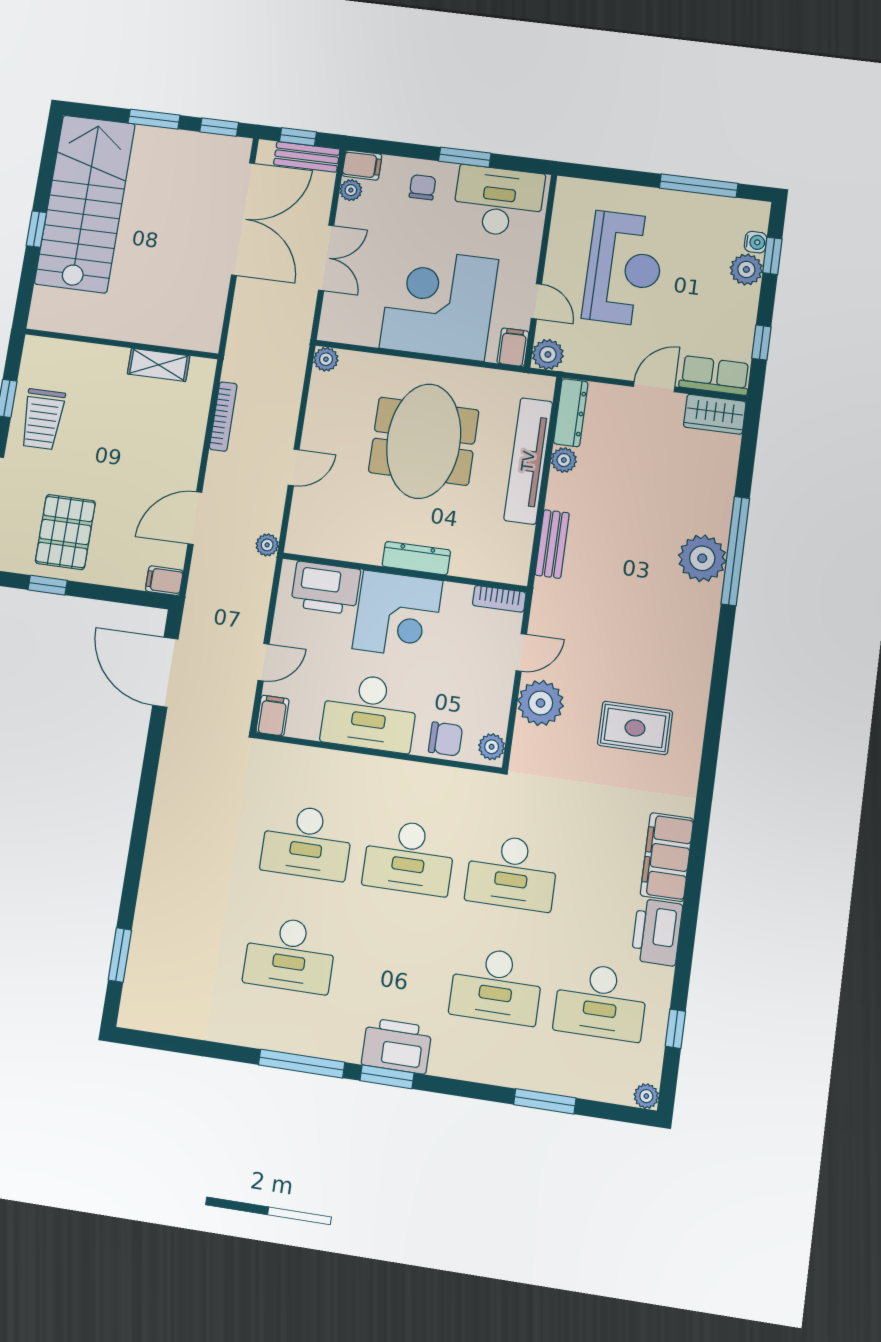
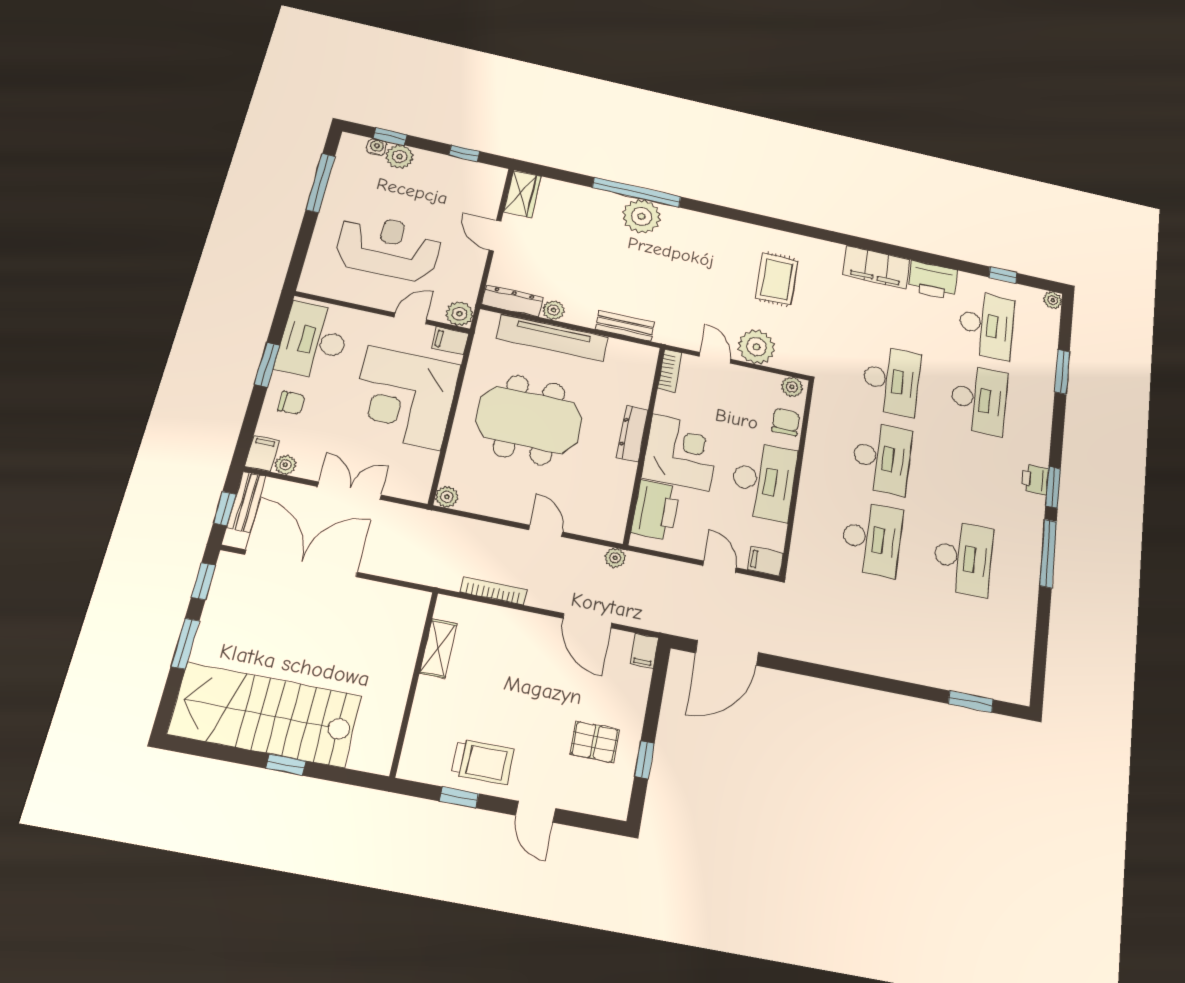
chair: (422, 187) -> (291, 403), turned 180
row of seats: (715, 375) -> (489, 190), removed
pallet: (65, 532) -> (595, 742), width x0.67, depth x0.71
printer: (397, 1046) -> (1035, 479), width x0.53, depth x0.68

